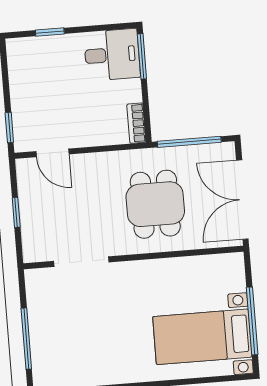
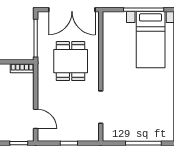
door: (52, 153) -> (36, 119), hinge flipped
dining table: (155, 204) -> (71, 61), turned 90

